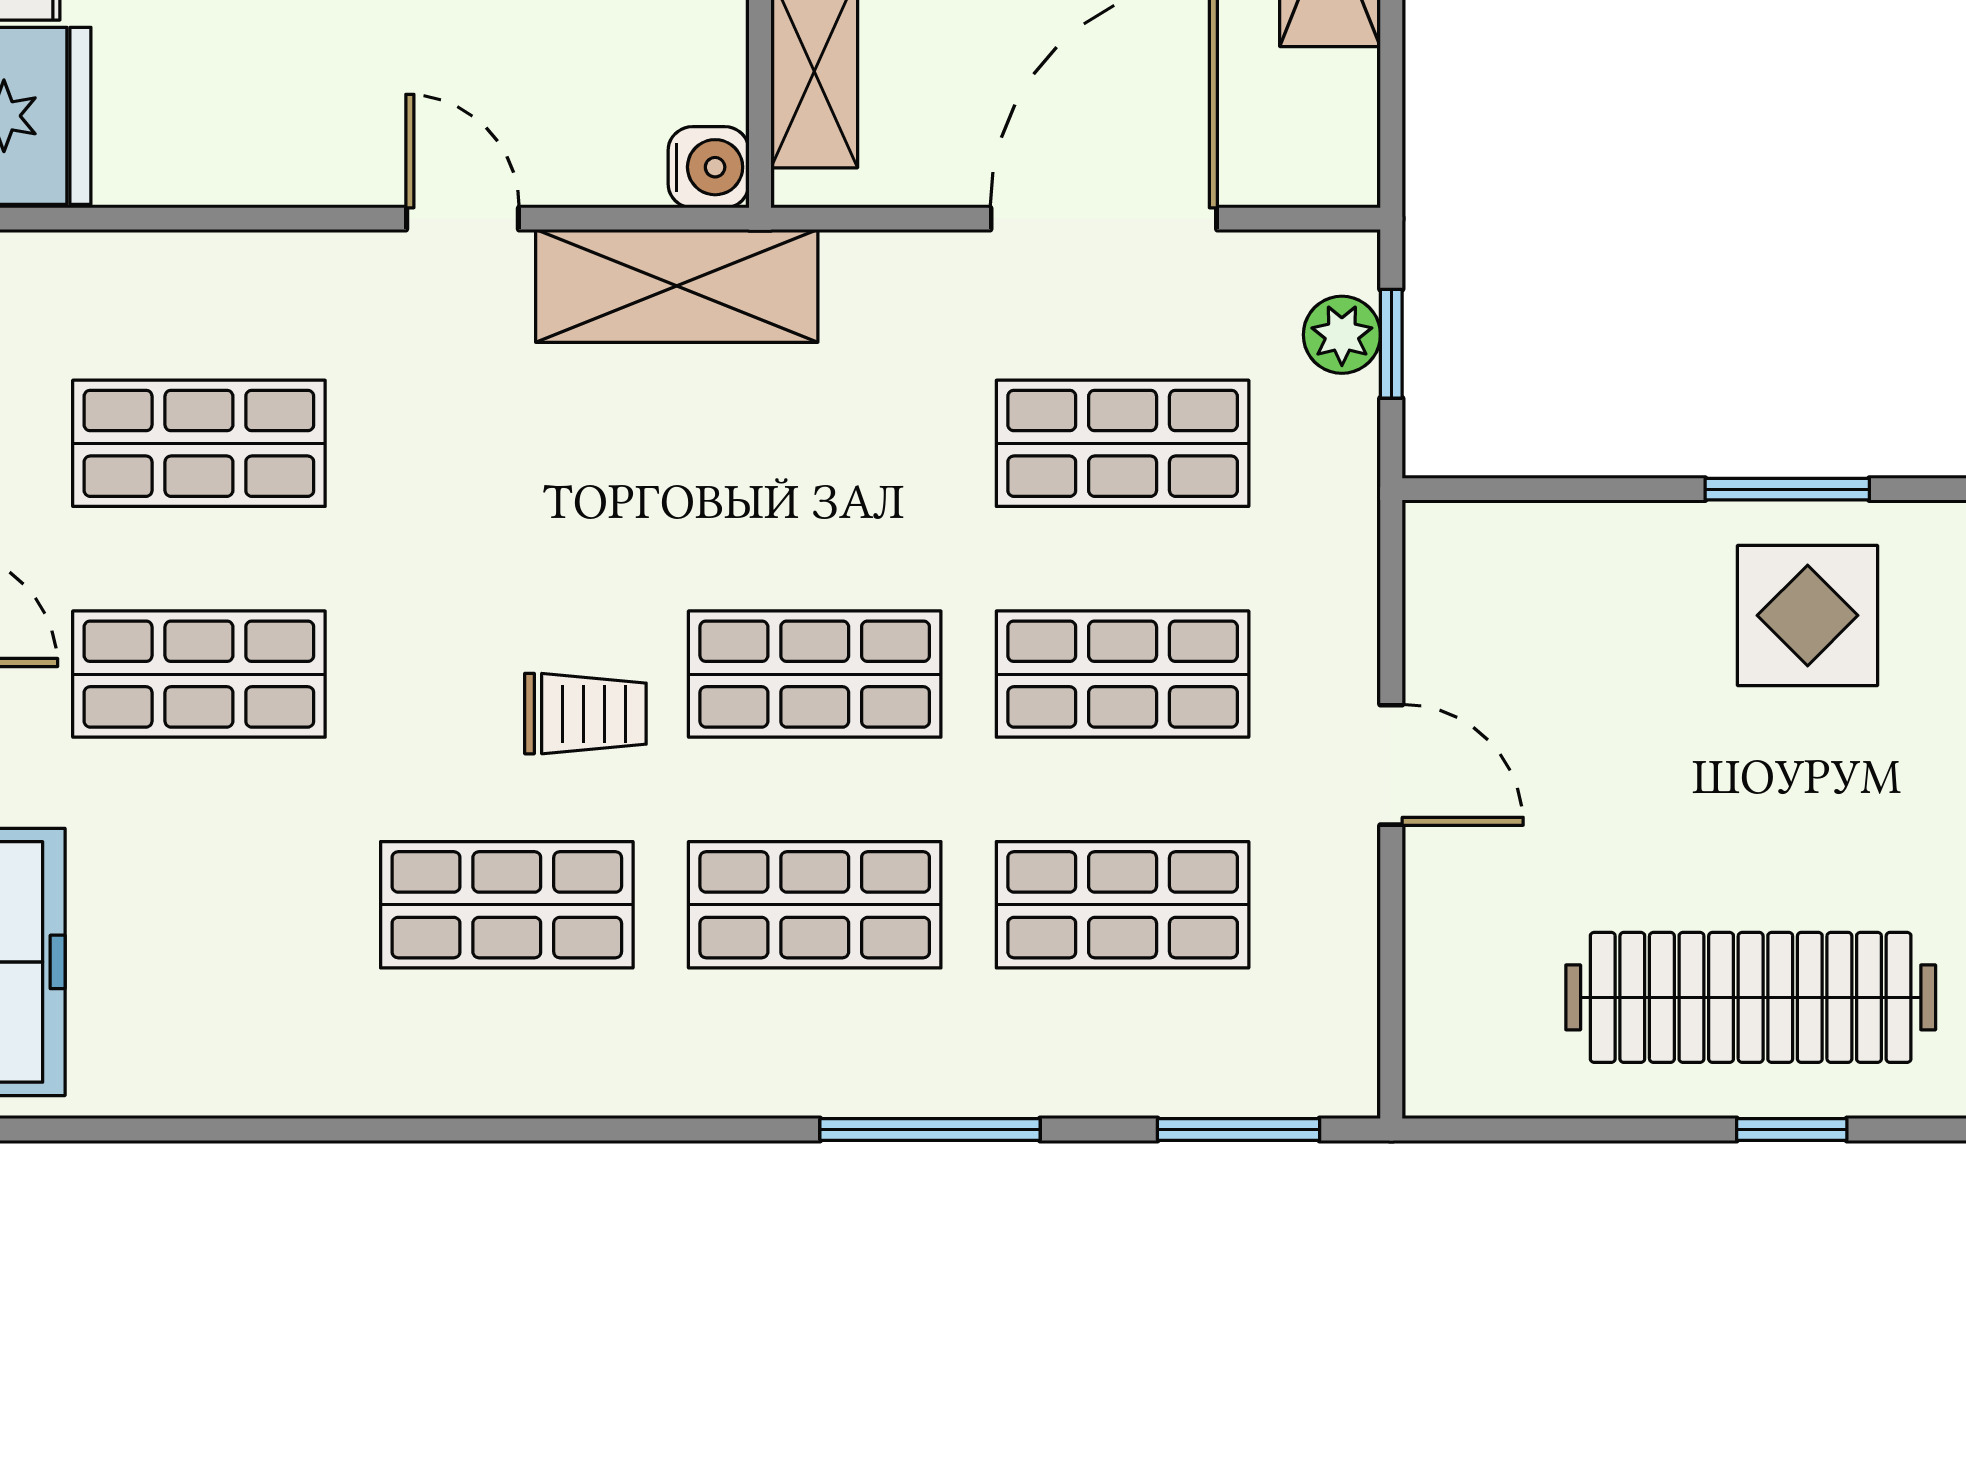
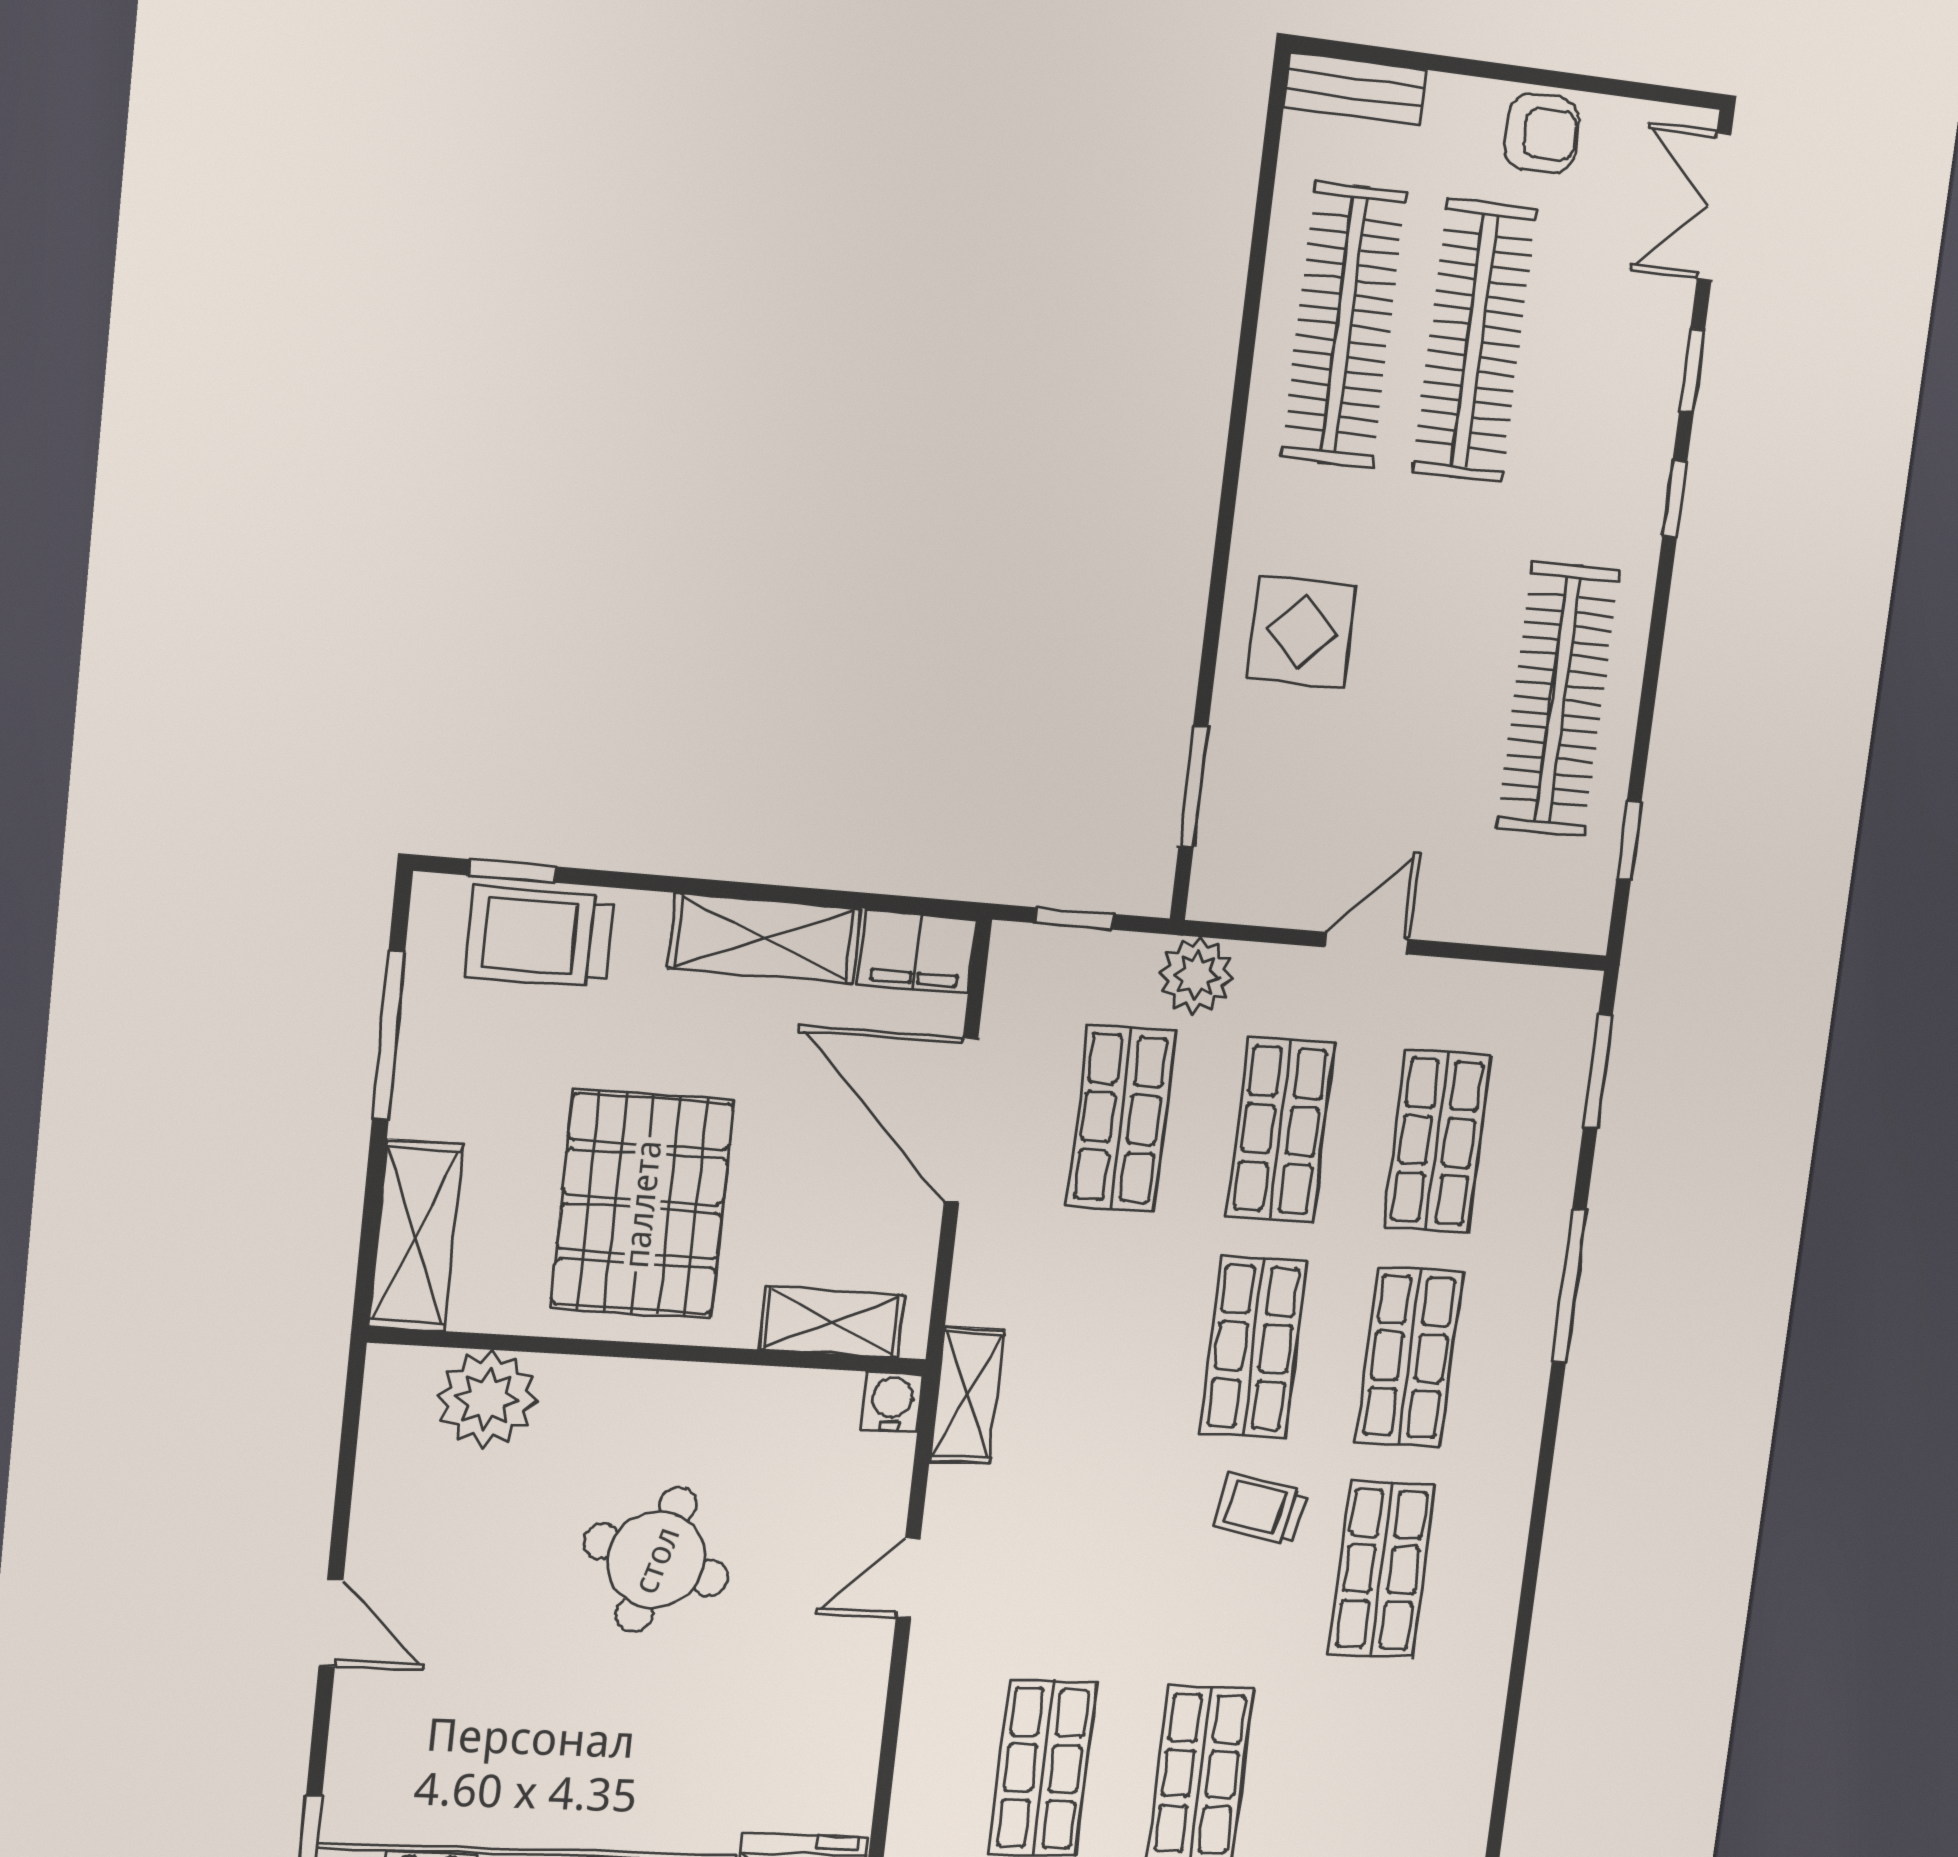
filing cabinet: (1329, 131) -> (917, 951), added
shelving: (677, 286) -> (967, 1395), width x0.67, depth x0.75
plant: (1342, 335) -> (1196, 975), moved, width x1.38, depth x1.38
window: (1787, 489) -> (1193, 786), moved
trolley: (585, 714) -> (1260, 1509), turned -79
window: (1792, 1130) -> (1629, 841), moved

